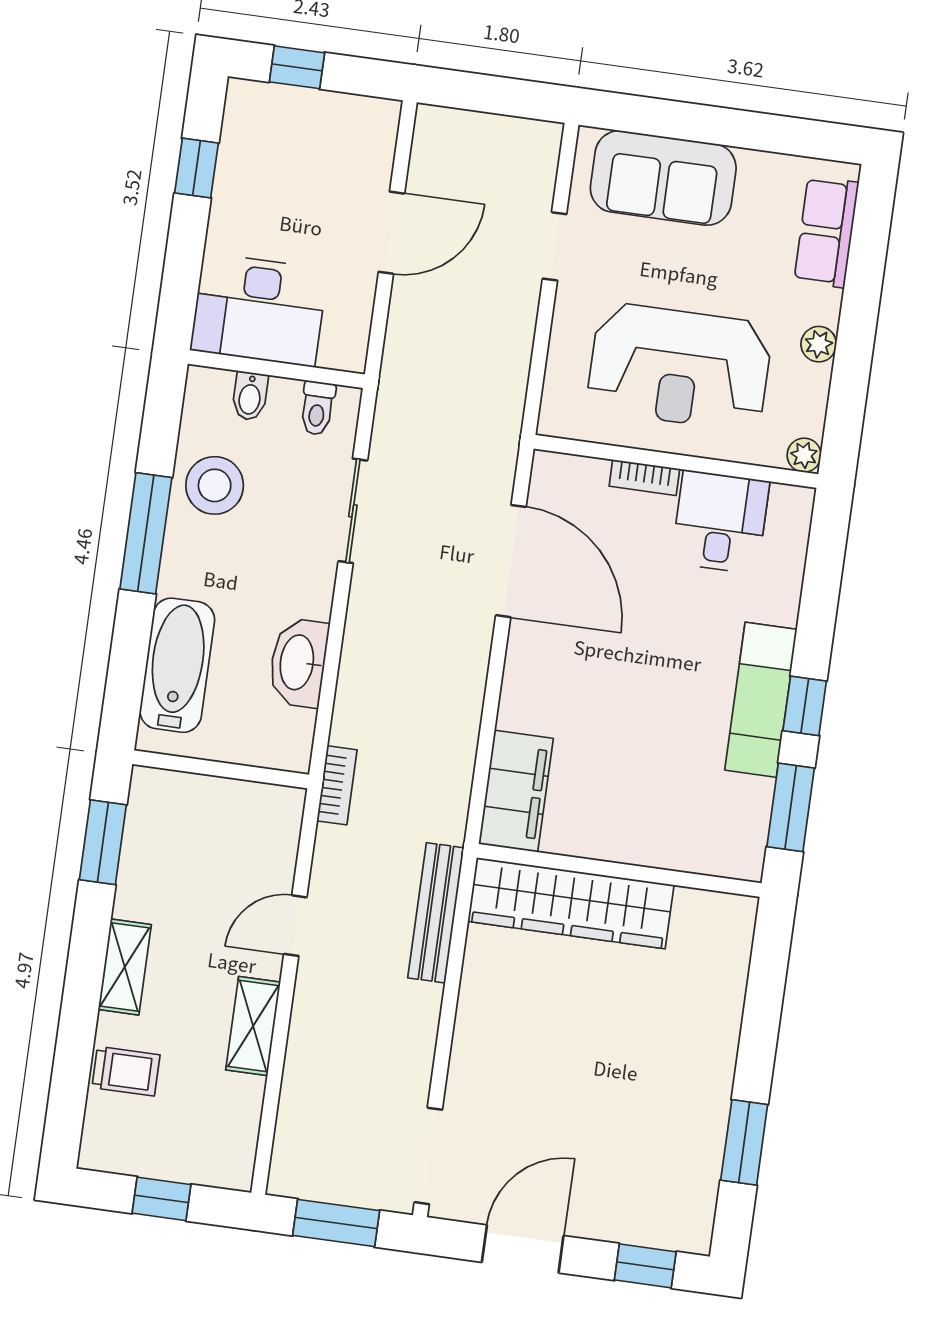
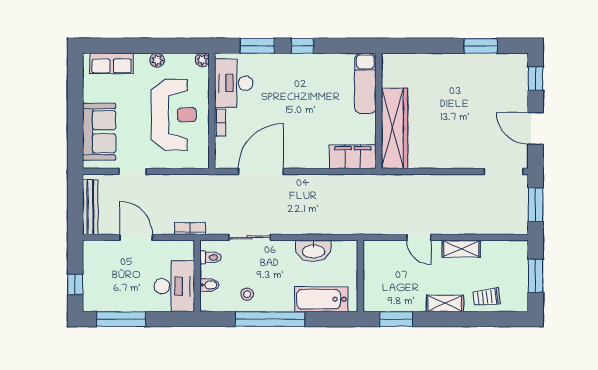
window: (196, 168) -> (121, 319), width x2.17
stool: (215, 485) -> (247, 294), width x0.53, depth x0.53
desk: (720, 522) -> (234, 83), width x1.37
window: (146, 533) -> (270, 319), width x1.46
exam couch: (761, 700) -> (365, 83), moved, turned 90
bookcase: (337, 785) -> (190, 229), moved
window: (791, 807) -> (257, 46), moved
bench: (436, 913) -> (90, 207), moved, turned 90
trolley: (126, 1071) -> (486, 297), turned -97
window: (162, 1199) -> (536, 276), width x1.50

